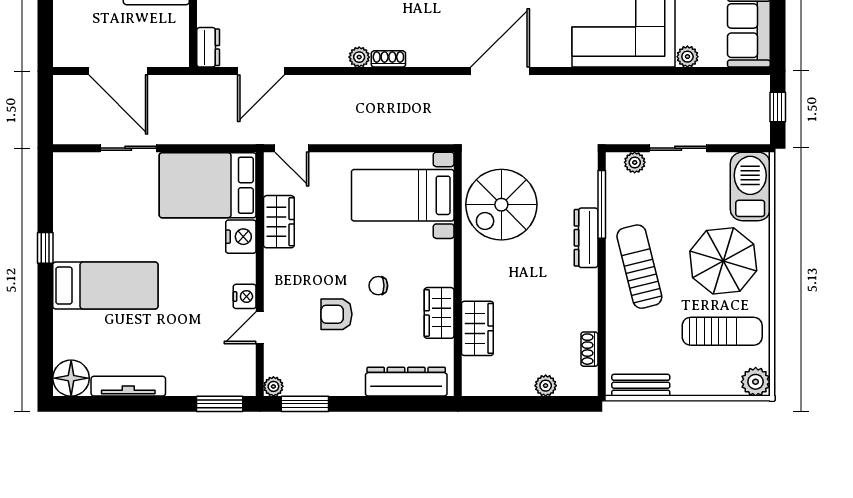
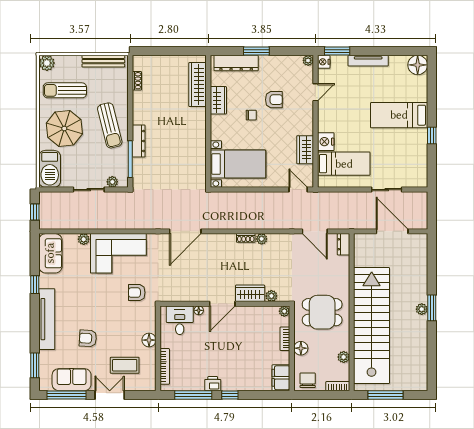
door: (261, 71) -> (315, 231), swing flipped
bed: (208, 185) -> (344, 164), width x0.67
spiral stairs: (501, 205) -> (185, 159), removed
nightstand: (245, 296) -> (324, 62), moved
wardrobe: (477, 328) -> (198, 85), width x1.50
bench: (641, 385) -> (103, 61), width x1.36
tv unit: (128, 386) -> (368, 61), moved
plant: (546, 386) -> (161, 61), removed
window: (305, 404) -> (256, 51), moved

